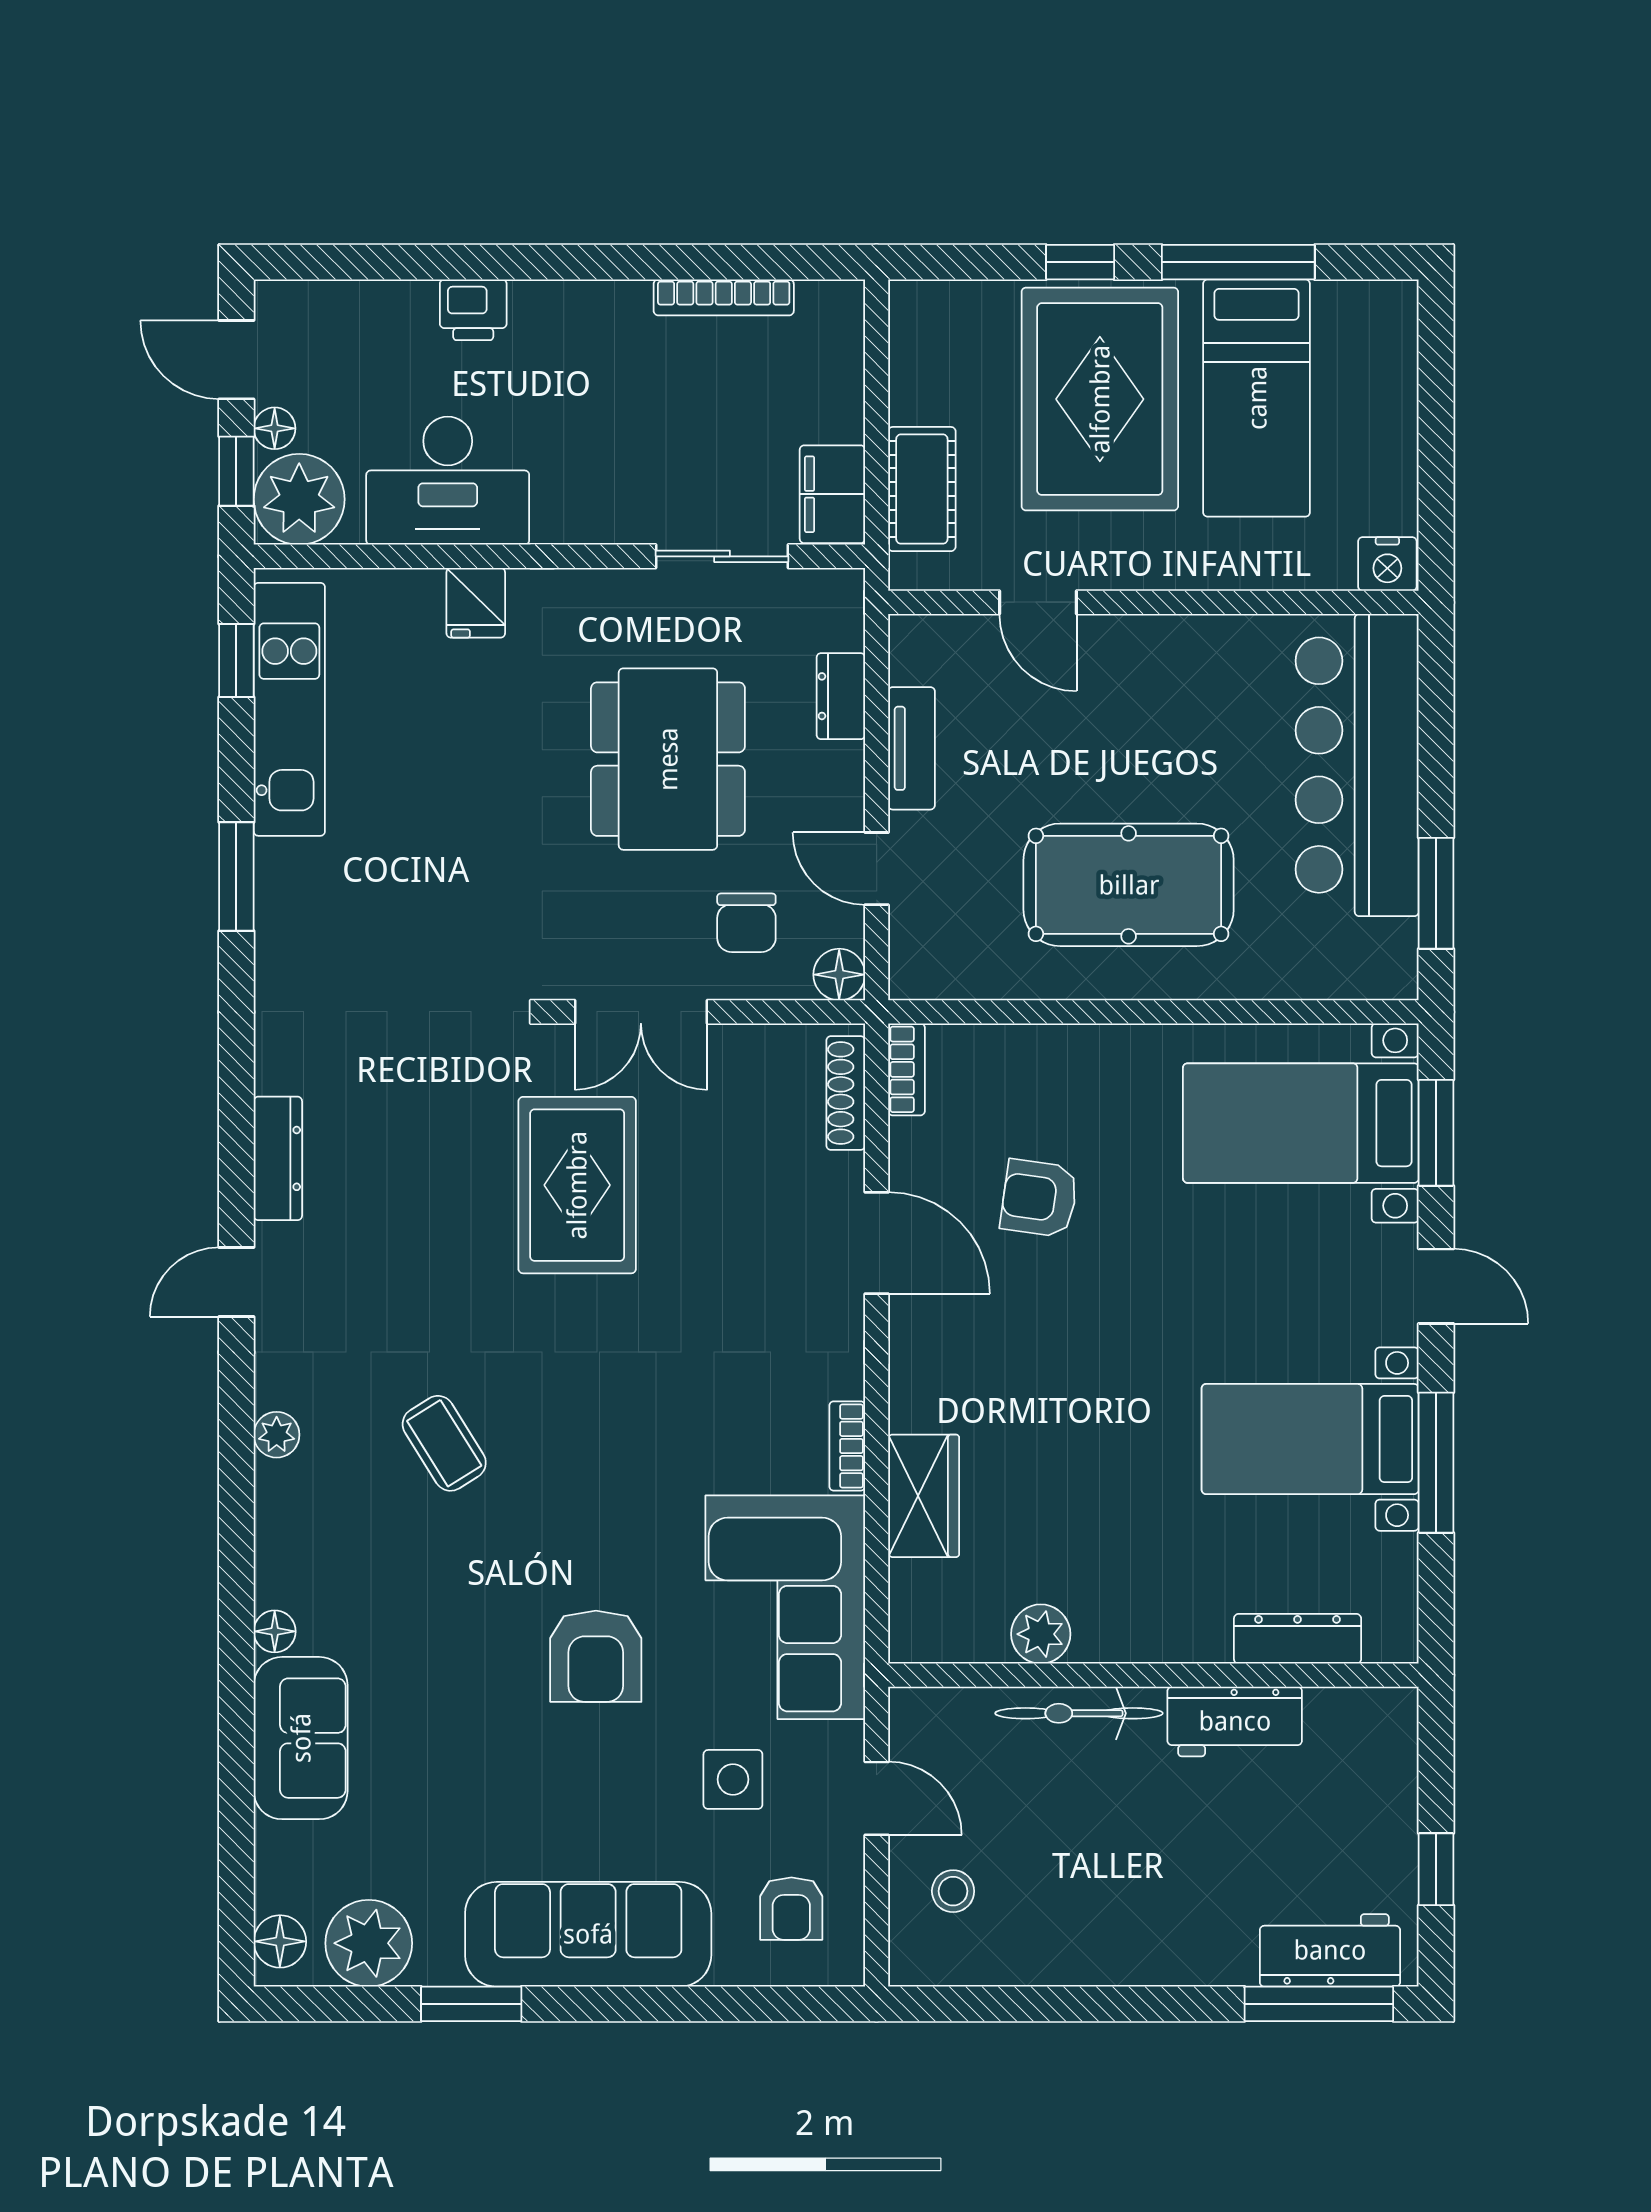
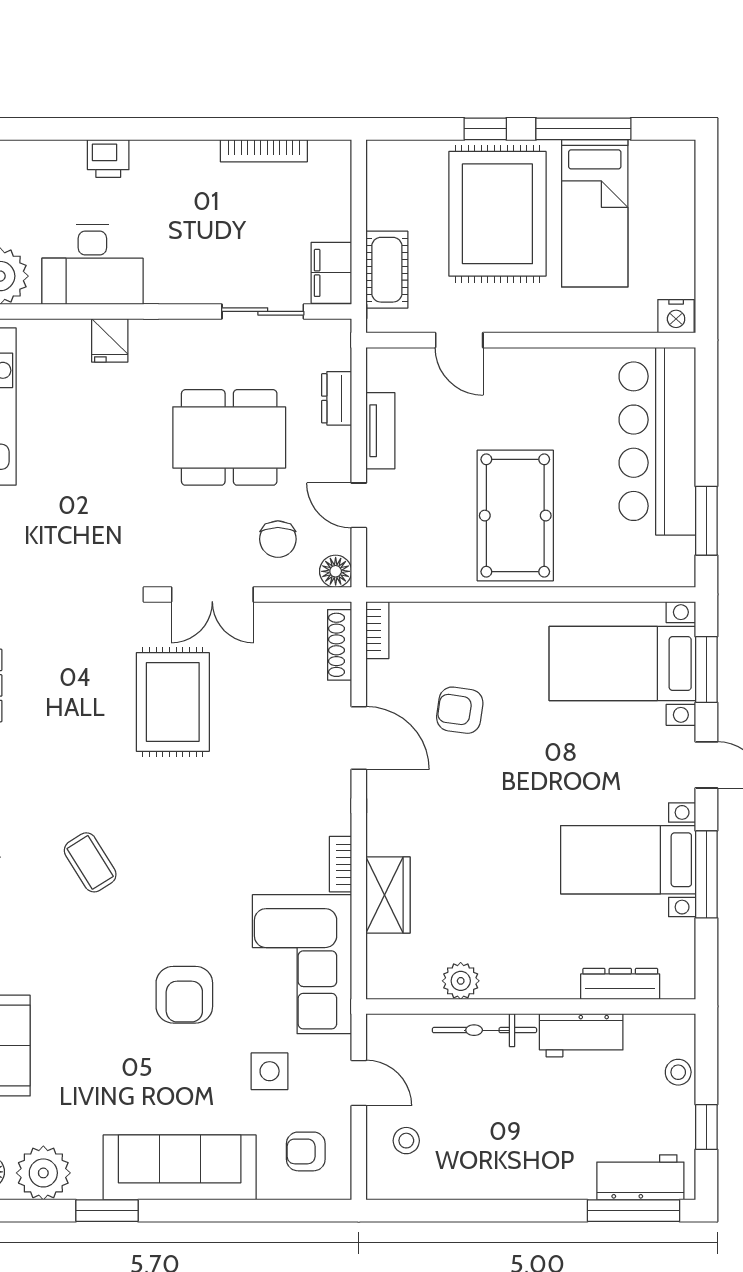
dining table: (668, 759) -> (229, 437), turned 90
pool table: (1129, 885) -> (515, 516), turned 90
stool: (1391, 1781) -> (678, 1072), added
armchair: (791, 1909) -> (306, 1151), turned 90

